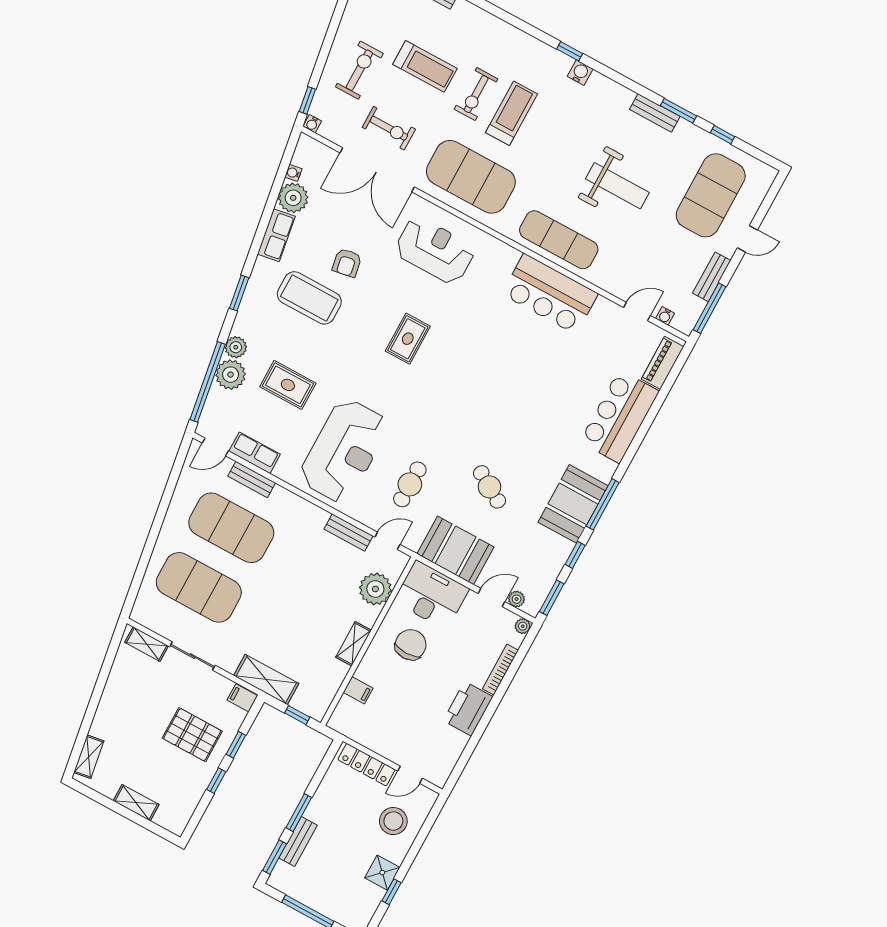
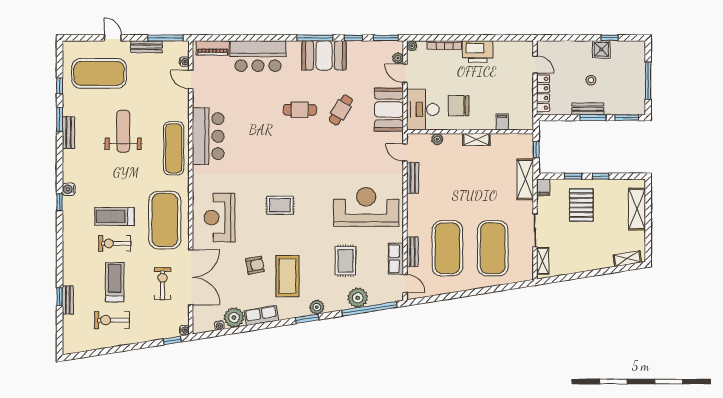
exercise bike: (359, 70) -> (112, 320), moved
exercise bike: (476, 94) -> (115, 243), turned 180
plant: (236, 347) -> (317, 307), moved
cafe table: (410, 484) -> (300, 110), moved
plant: (375, 589) -> (437, 139), width x0.53, depth x0.53
shelving: (136, 803) -> (637, 209), width x1.50, depth x1.33
stool: (393, 821) -> (591, 80), moved, width x0.53, depth x0.53
bench: (298, 842) -> (588, 109), moved

